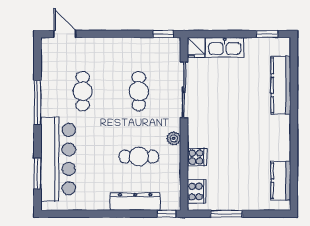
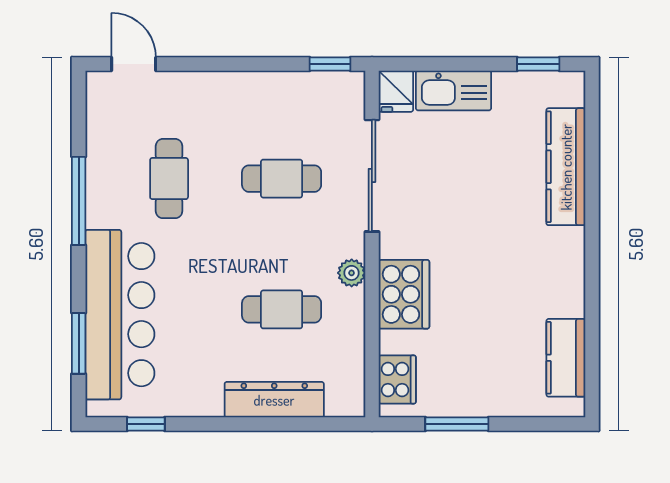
cafe table: (139, 91) -> (282, 179), turned 90
cooker: (197, 157) -> (404, 294), width x1.87, depth x1.31
window: (167, 214) -> (146, 424), moved

